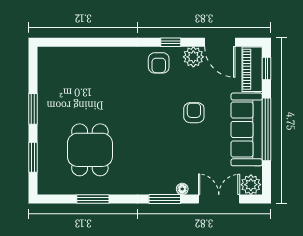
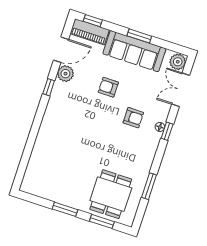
armchair: (159, 63) -> (133, 118), moved
window: (266, 129) -> (139, 36), width x0.47
dining table: (90, 150) -> (111, 194), moved, turned 90
floor lamp: (182, 189) -> (160, 127), moved
window: (165, 199) -> (167, 131), width x0.67

